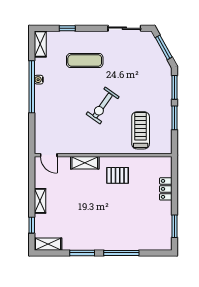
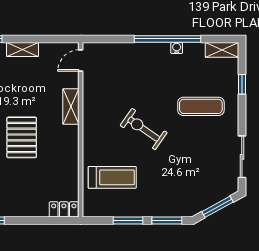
exercise mat: (85, 60) -> (201, 106), turned 90
pallet: (118, 175) -> (22, 137), moved, width x1.50, depth x1.42
locker: (166, 189) -> (64, 209), moved

